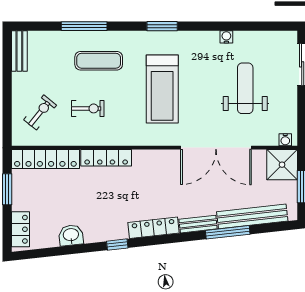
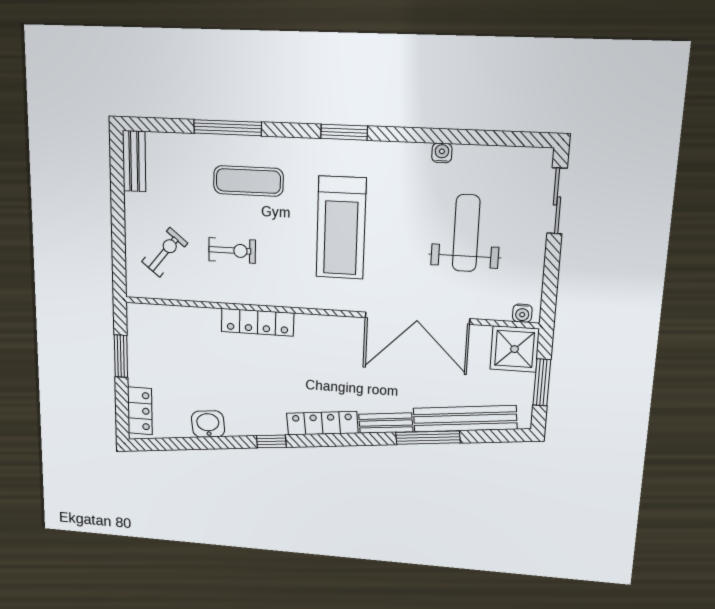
locker: (45, 159) -> (173, 318), removed

